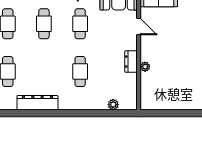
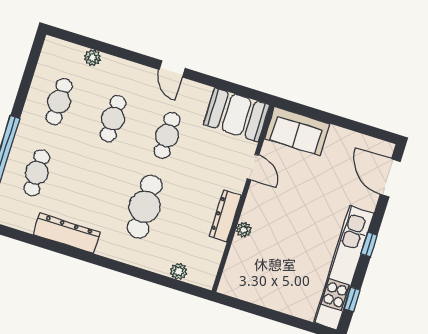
dresser: (131, 62) -> (225, 216), width x1.44
cafe table: (80, 71) -> (145, 207), width x1.37, depth x1.35

